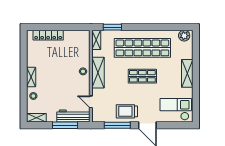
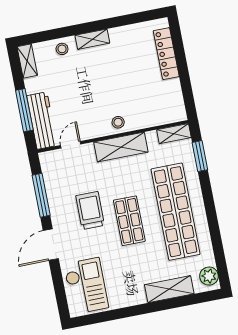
shelving: (187, 73) -> (169, 289), moved
trolley: (127, 111) -> (90, 211), moved

